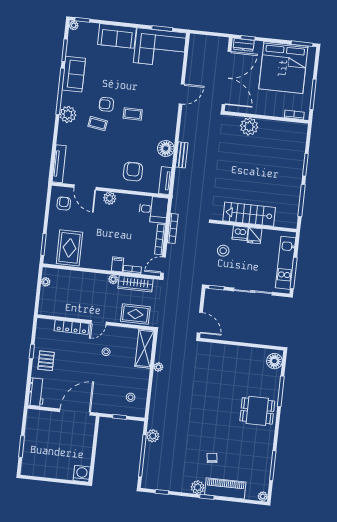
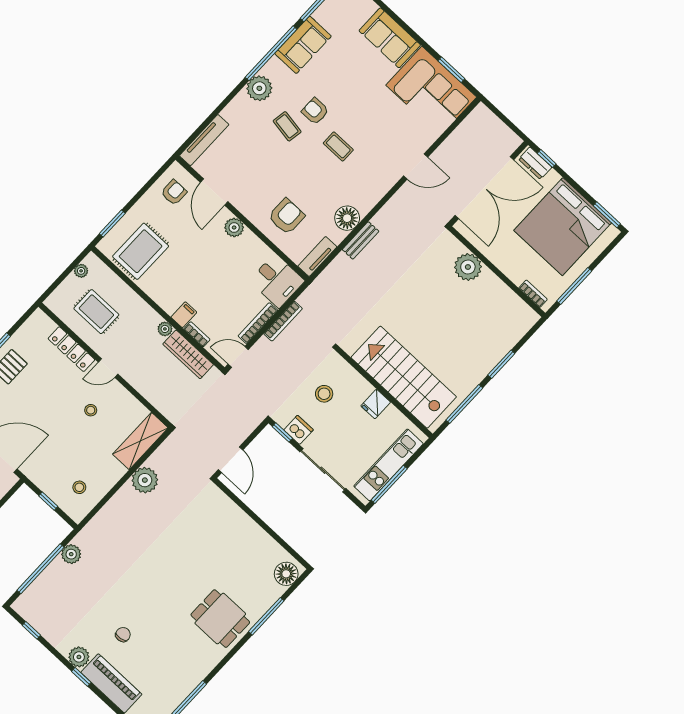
stairs: (249, 214) -> (404, 377), width x1.36, depth x1.51
dishwasher: (240, 233) -> (299, 430), moved, turned 180
rug: (135, 314) -> (96, 312), moved
plant: (158, 367) -> (145, 480), width x1.88, depth x1.88

